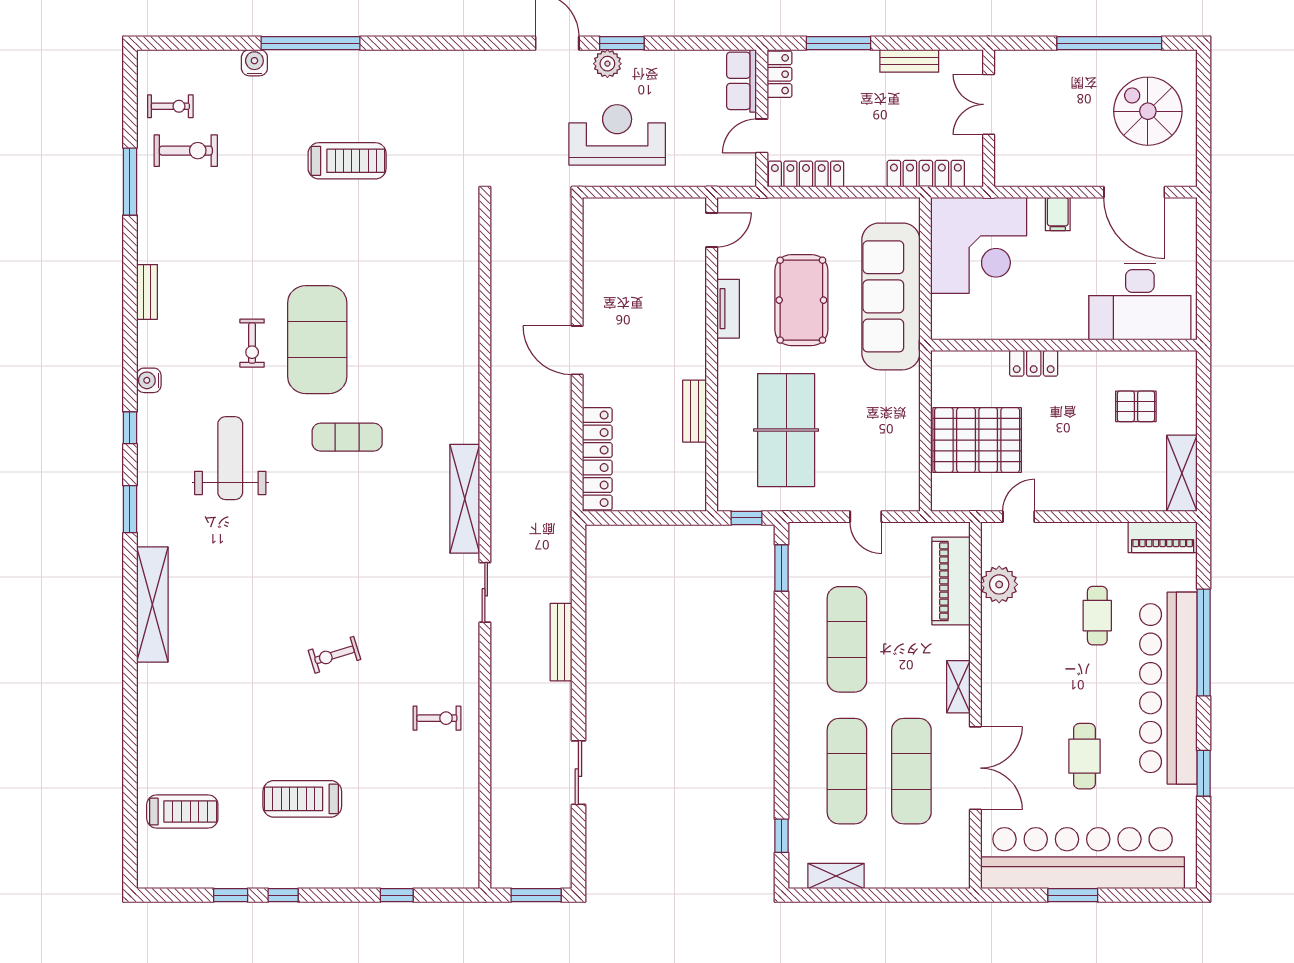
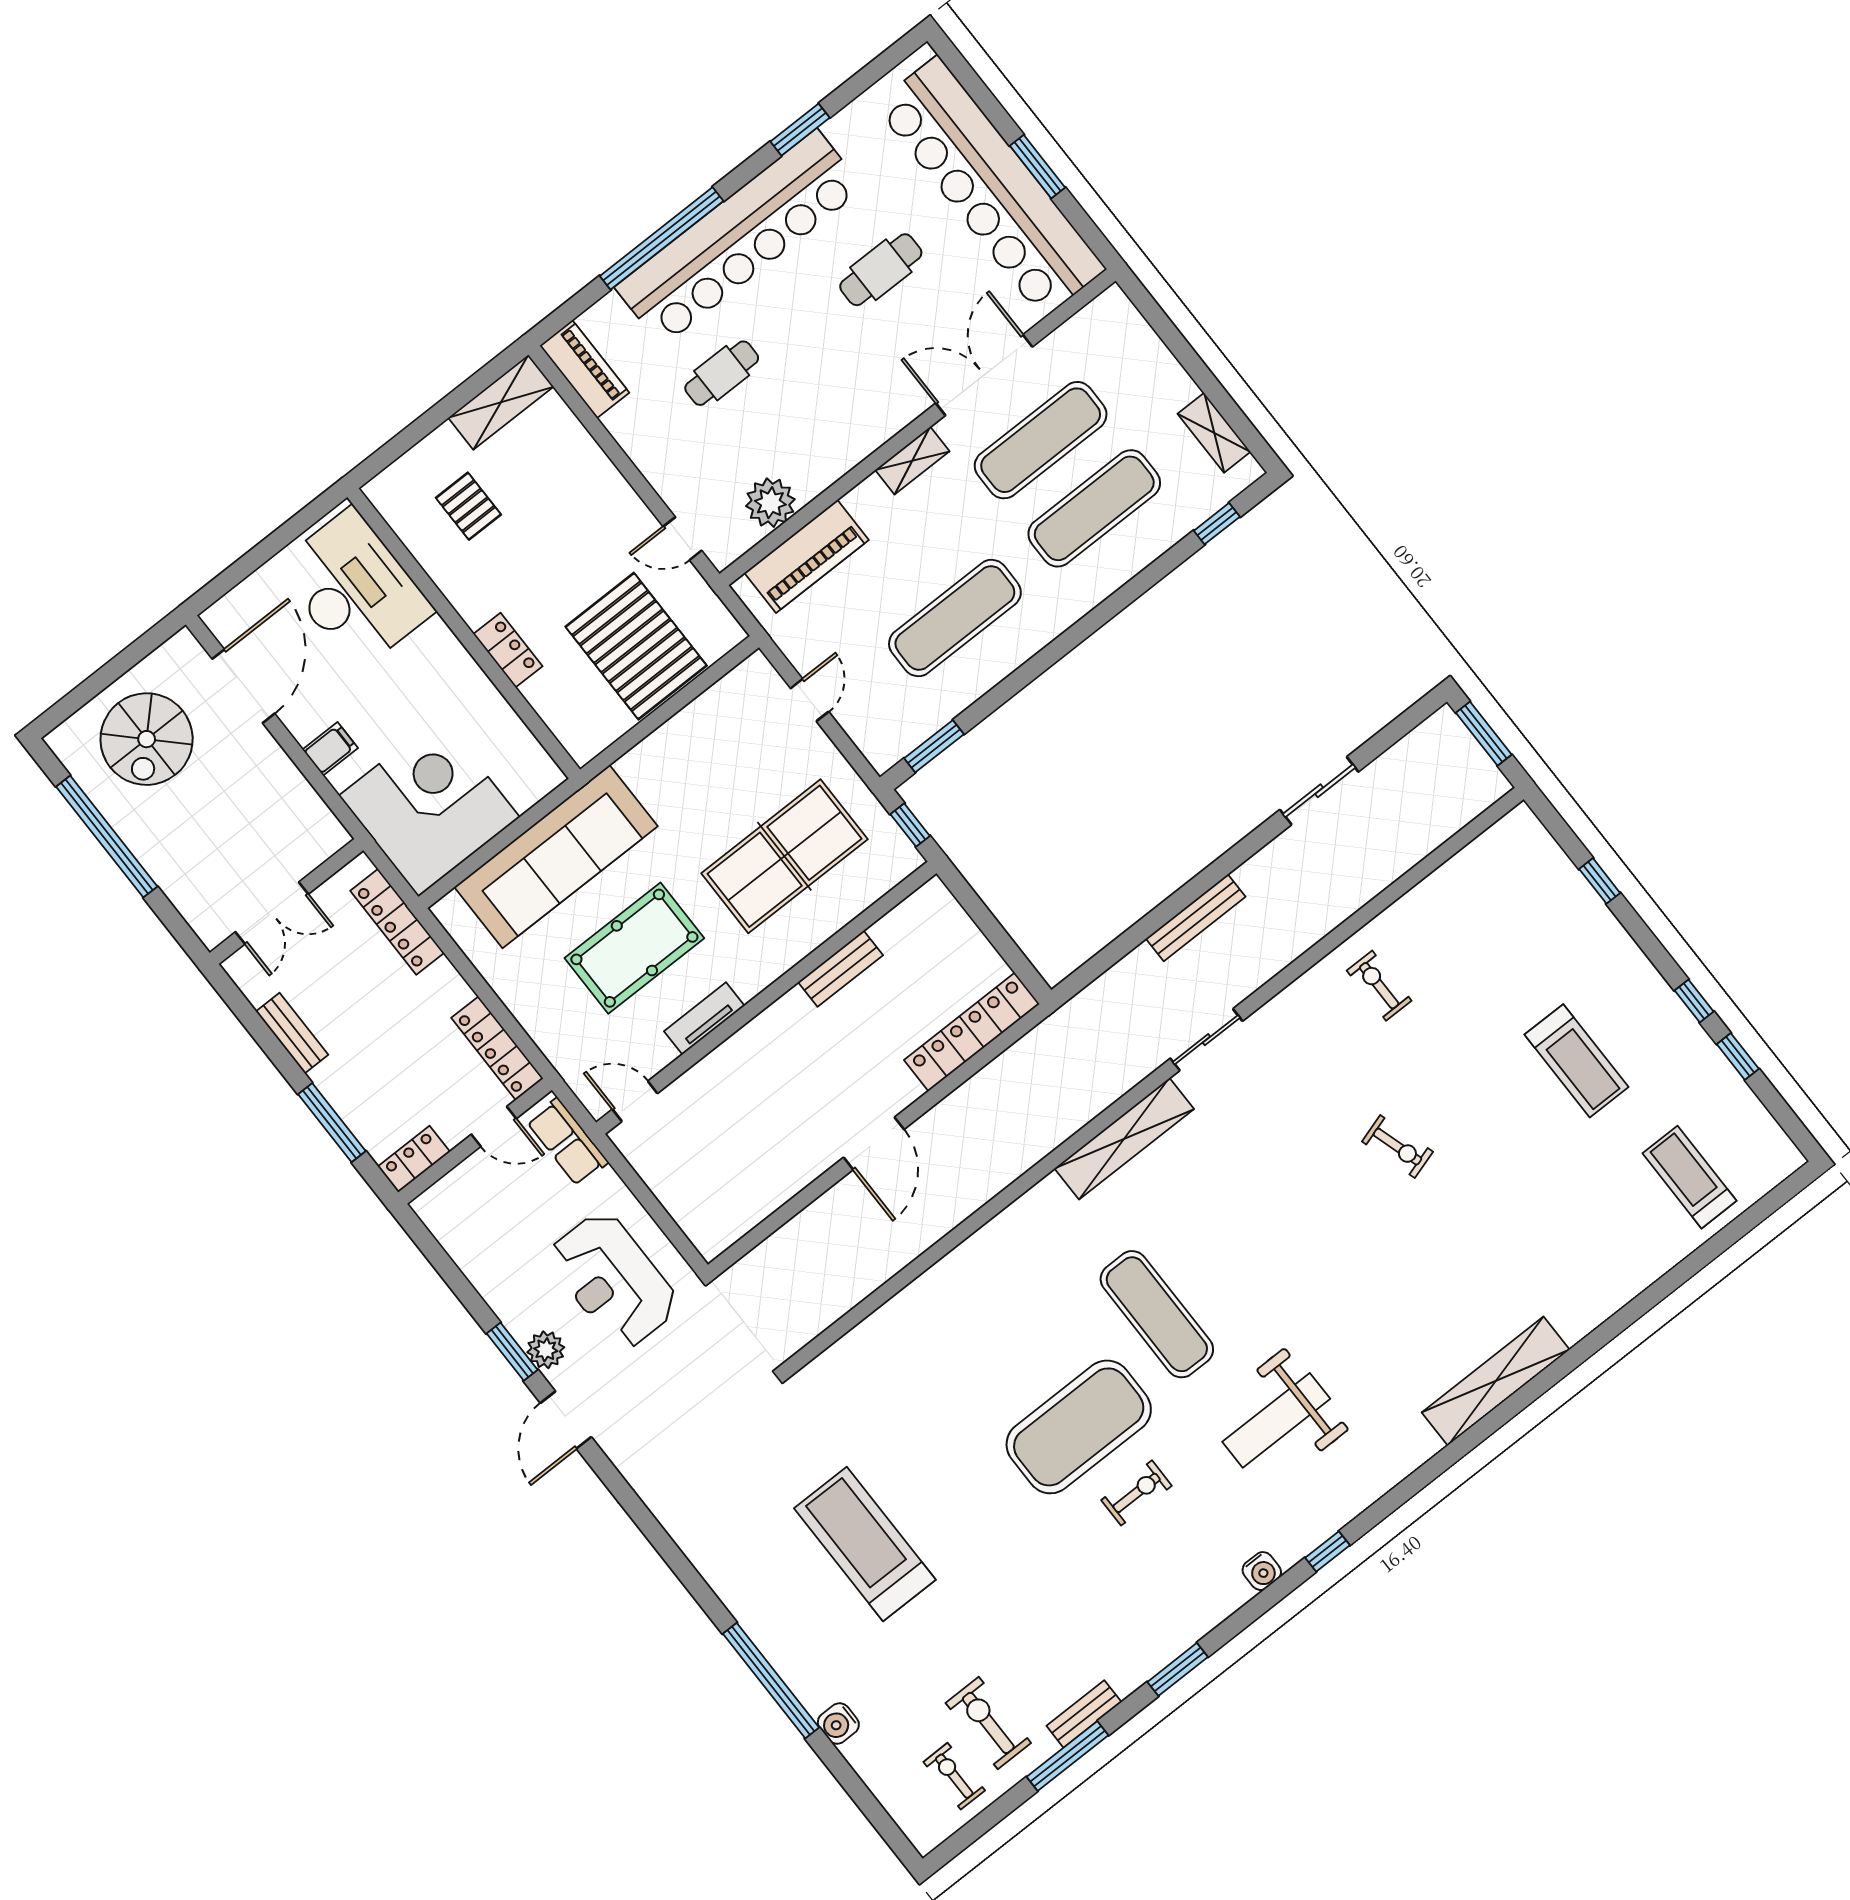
row of seats: (742, 81) -> (568, 1142), moved, turned 90
treadmill: (347, 161) -> (865, 1544), width x1.37, depth x1.38
bench: (147, 292) -> (1084, 1714), moved
exercise mat: (347, 437) -> (1157, 1314), width x1.36, depth x1.45
window: (130, 509) -> (1178, 1669), moved

